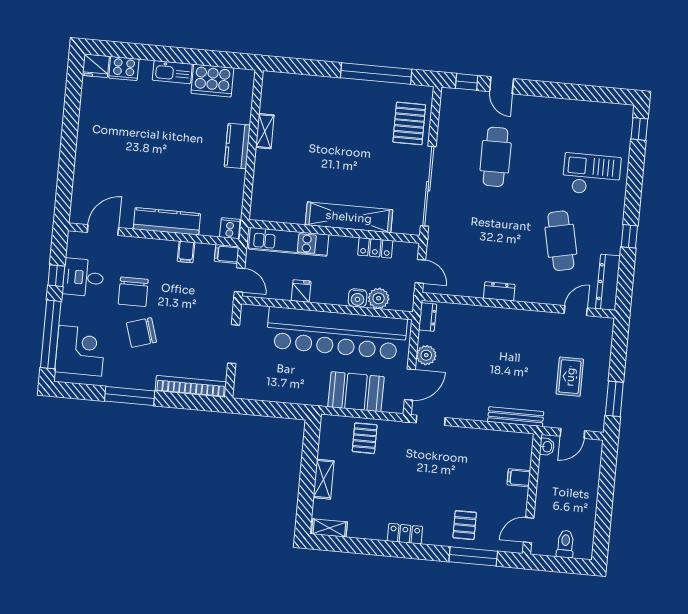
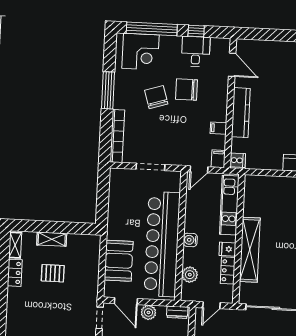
fridge: (301, 291) -> (227, 249), moved, turned 180
water cooler: (358, 298) -> (190, 240), moved
pallet: (365, 438) -> (53, 273), moved
locker: (405, 534) -> (15, 273), moved

